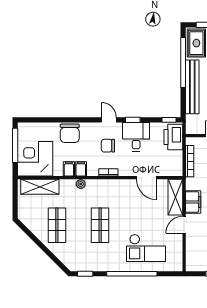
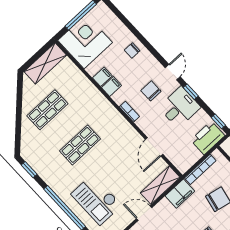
chair: (70, 133) -> (132, 50), width x0.54, depth x0.54
plant: (81, 184) -> (99, 98), removed
shelving: (40, 187) -> (45, 63), moved, turned 90
filing cabinet: (193, 202) -> (180, 194), moved

